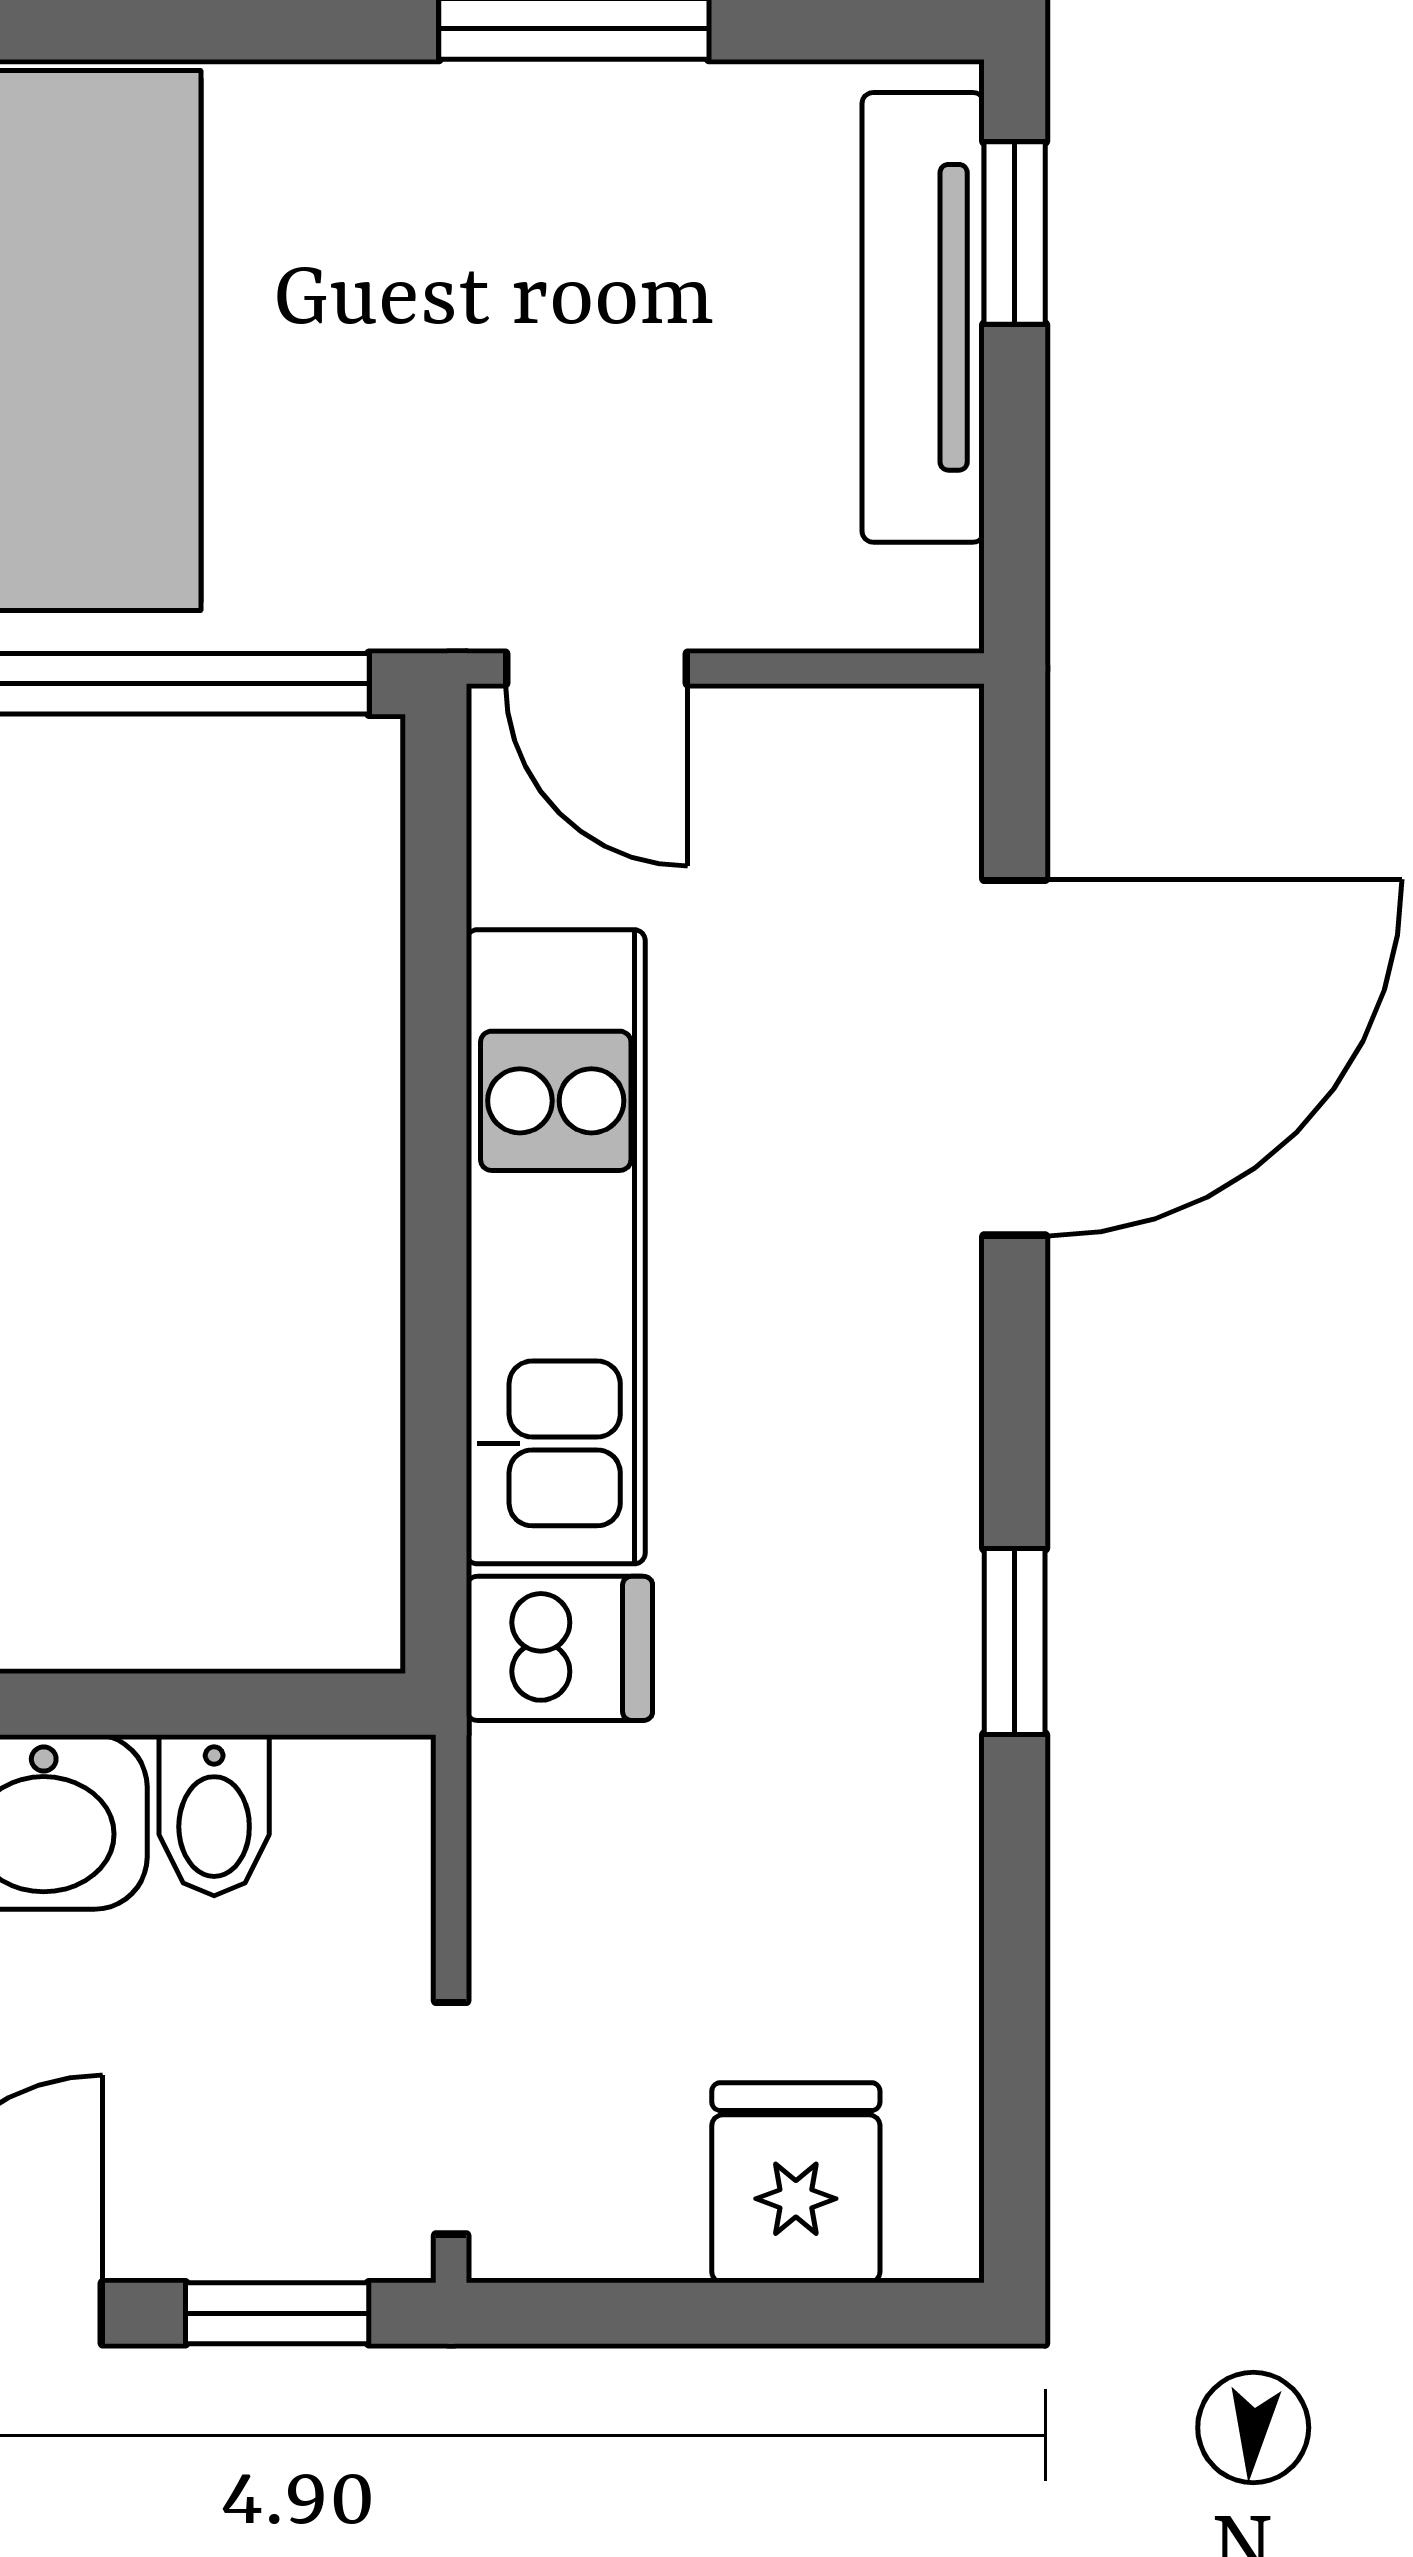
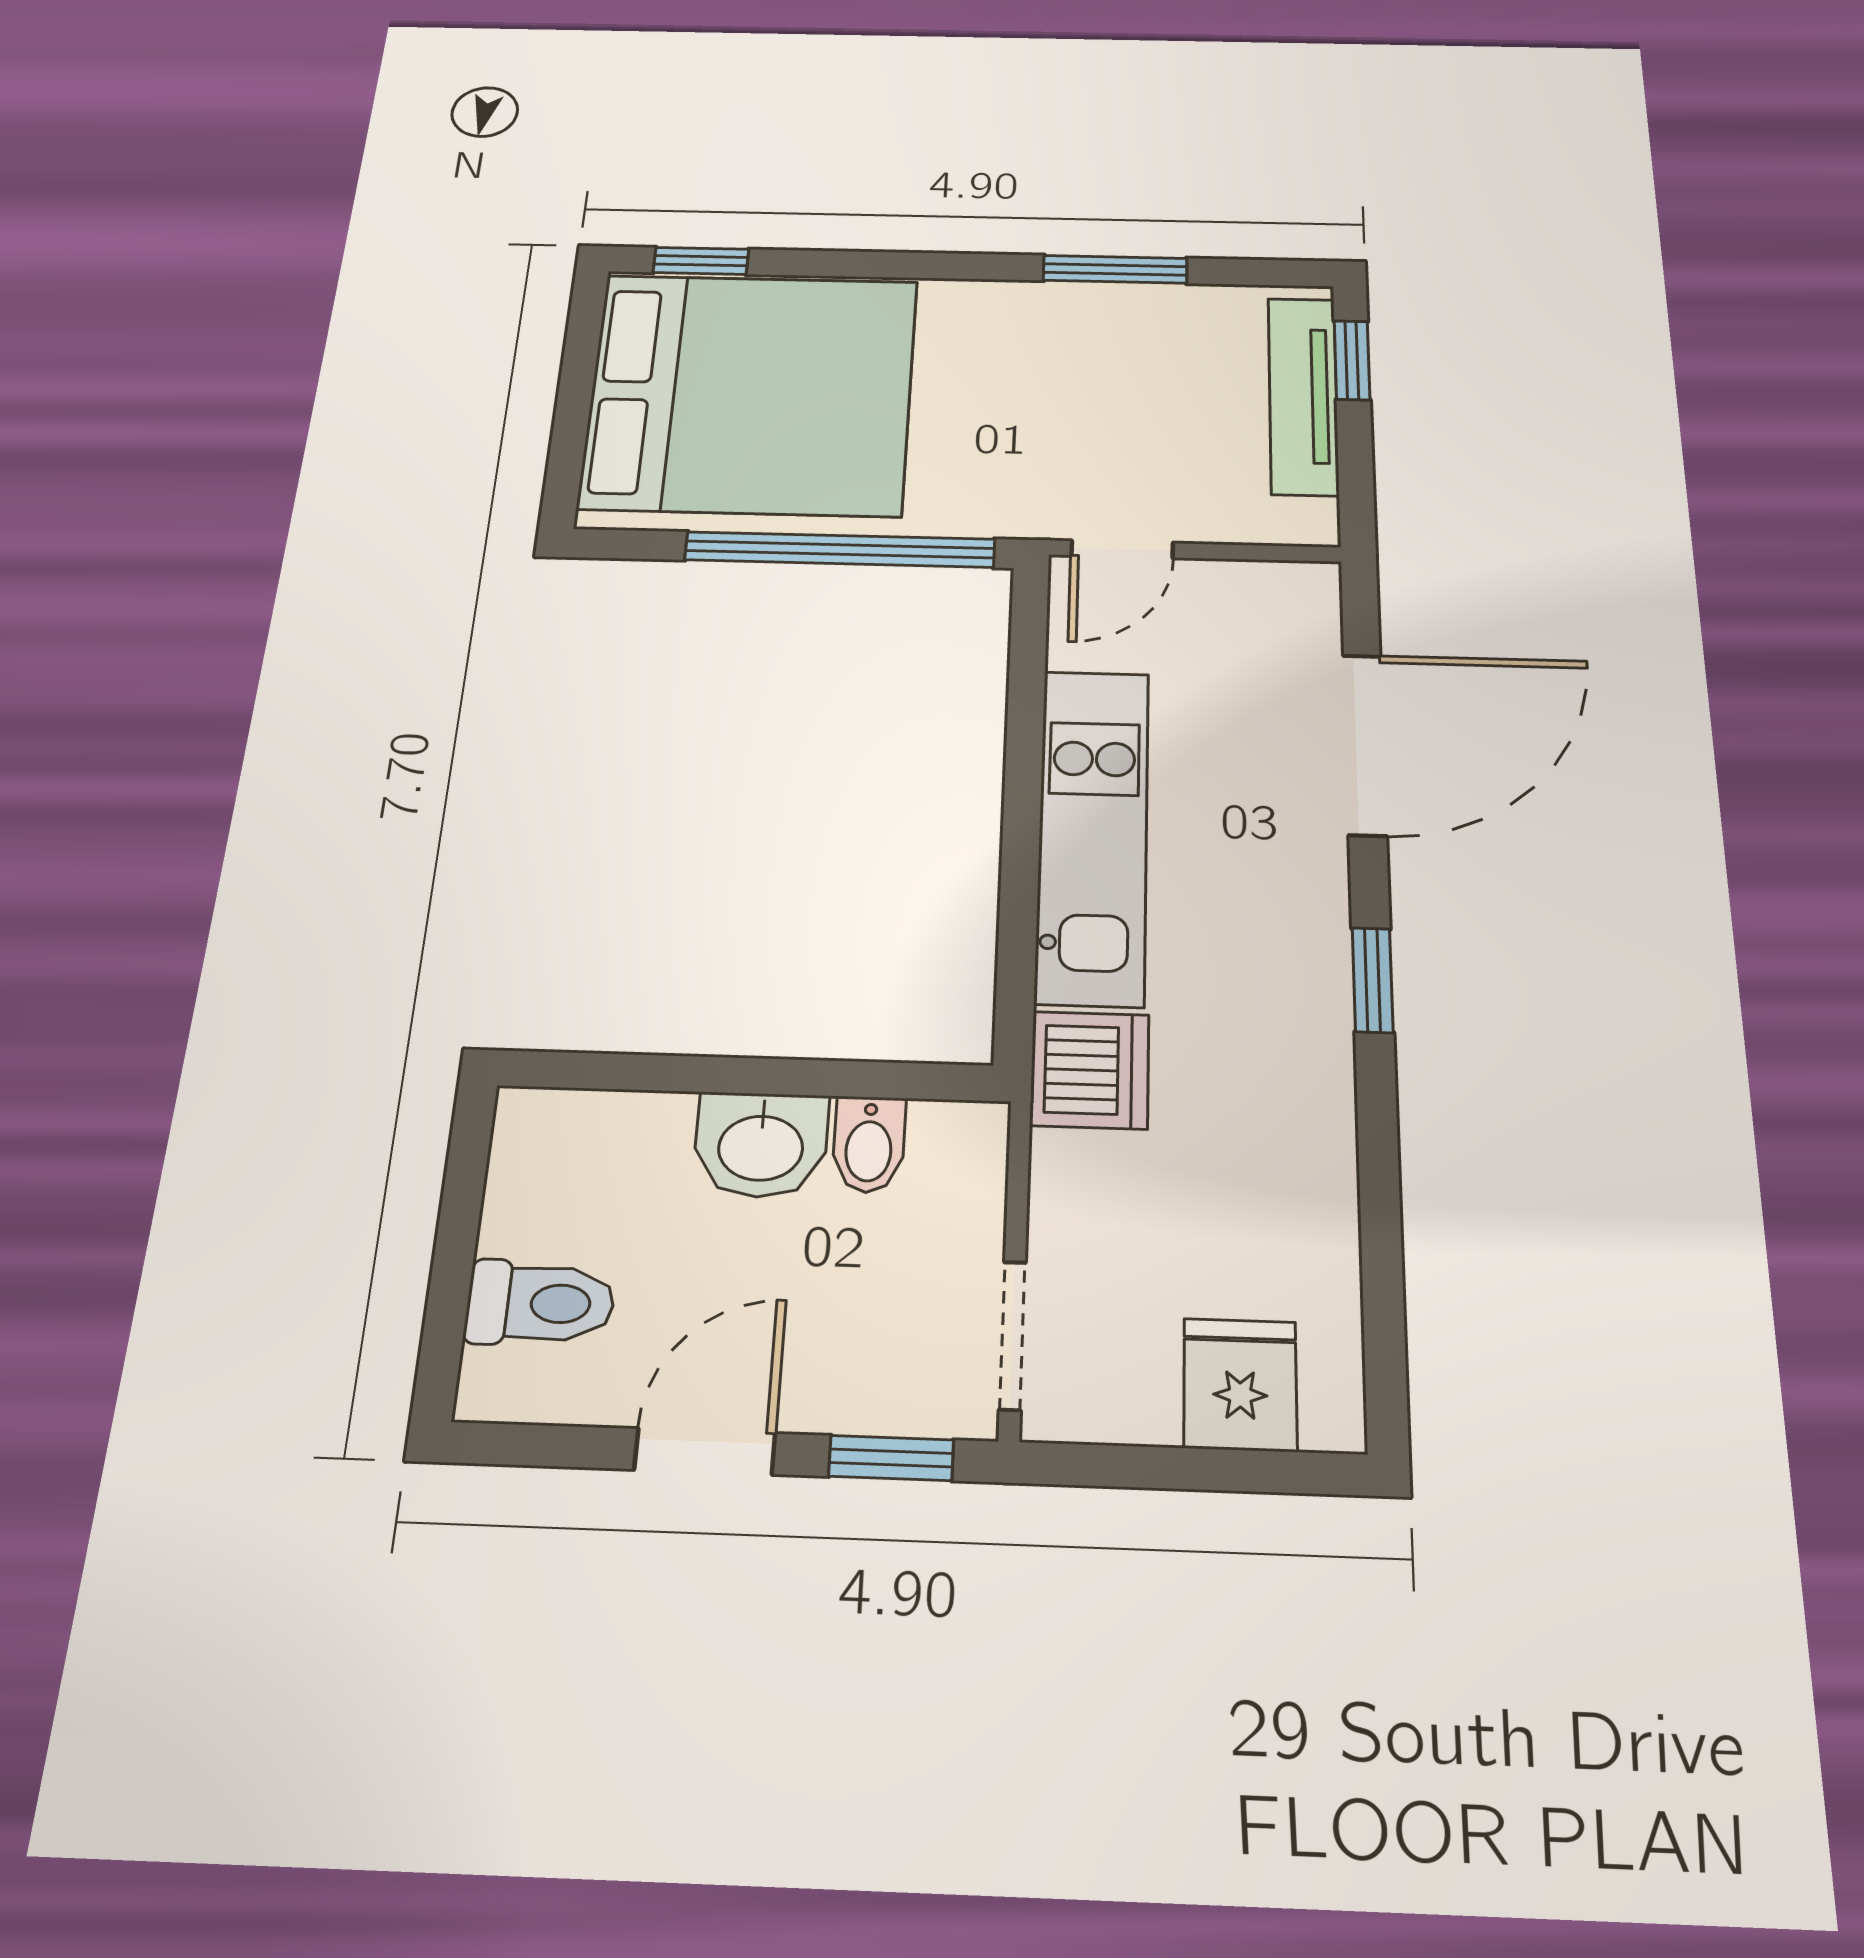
door: (597, 668) -> (1122, 549), hinge flipped
window: (1015, 1642) -> (1373, 980), moved
dishwasher: (559, 1648) -> (1090, 1070), width x1.38

